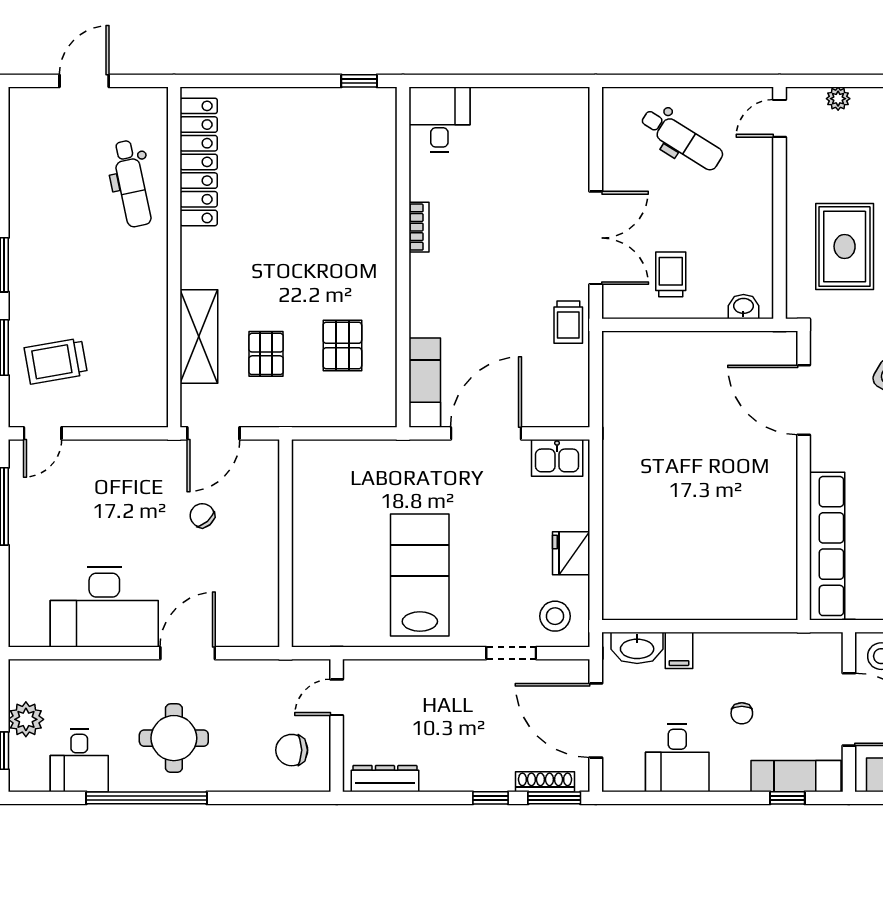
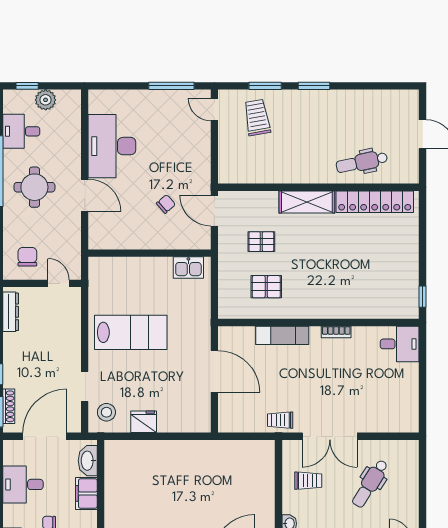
dental chair: (682, 139) -> (370, 484), moved
shelving: (199, 337) -> (307, 202), moved
exam couch: (425, 383) -> (282, 335), moved
kitchen sink: (557, 458) -> (188, 268), moved, turned -90
filing cabinet: (679, 650) -> (86, 493), width x2.00

